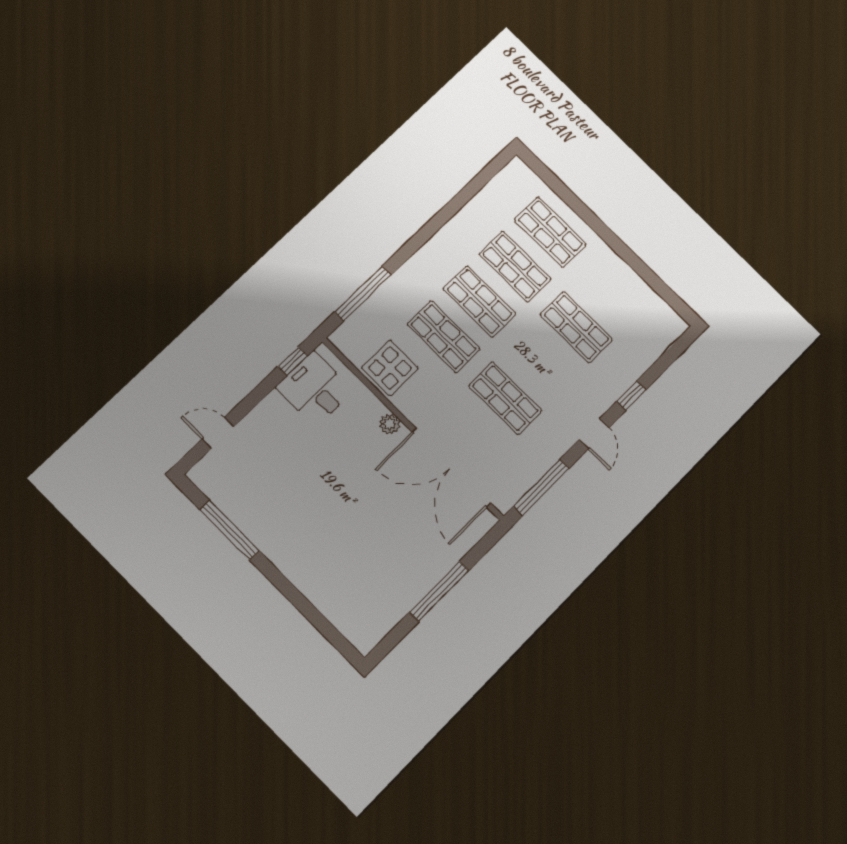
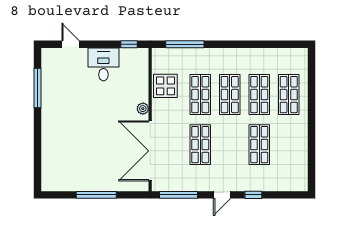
desk: (315, 389) -> (103, 64), moved

